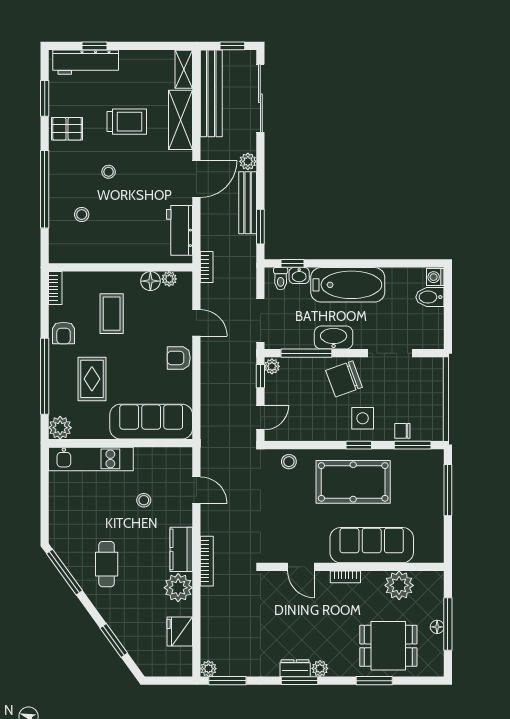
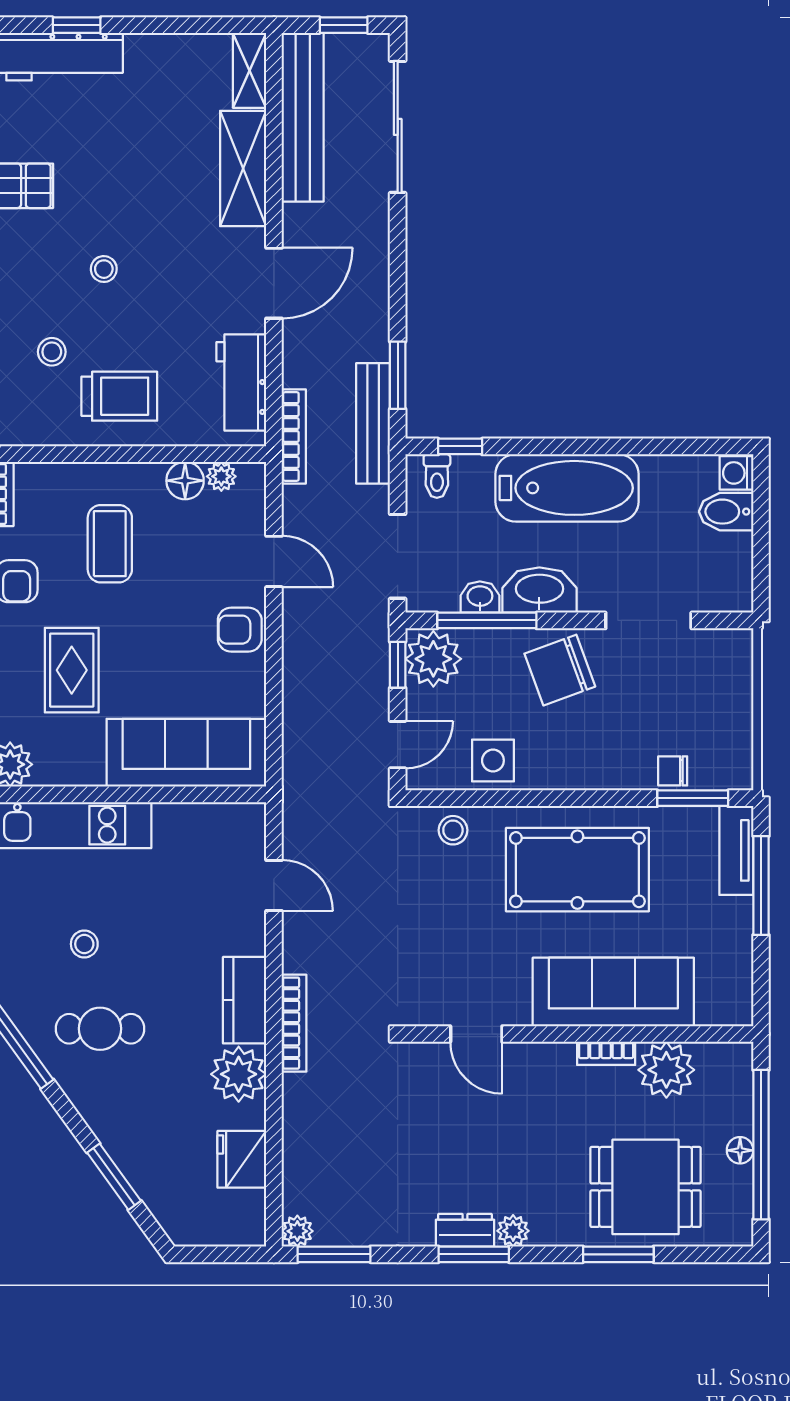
trolley: (127, 122) -> (119, 396), moved
plant: (248, 161) -> (373, 249), removed
bench: (248, 203) -> (373, 423), moved
bookcase: (207, 267) -> (294, 437), width x1.56
washbasin: (299, 275) -> (480, 597), moved, turned 180
plant: (272, 366) -> (433, 659), width x1.88, depth x1.88
side table: (363, 418) -> (493, 761), moved
window: (359, 445) -> (588, 798), removed
tv unit: (435, 472) -> (736, 850), added
stool: (144, 500) -> (84, 944), moved
cafe table: (107, 564) -> (100, 1029), turned 90
bookcase: (345, 577) -> (606, 1053), moved
window: (448, 624) -> (761, 1145), width x1.46

